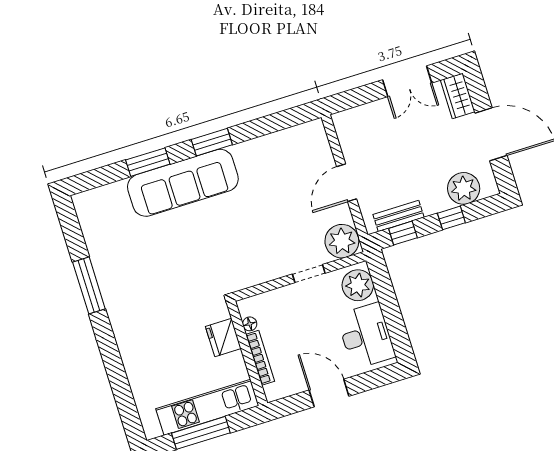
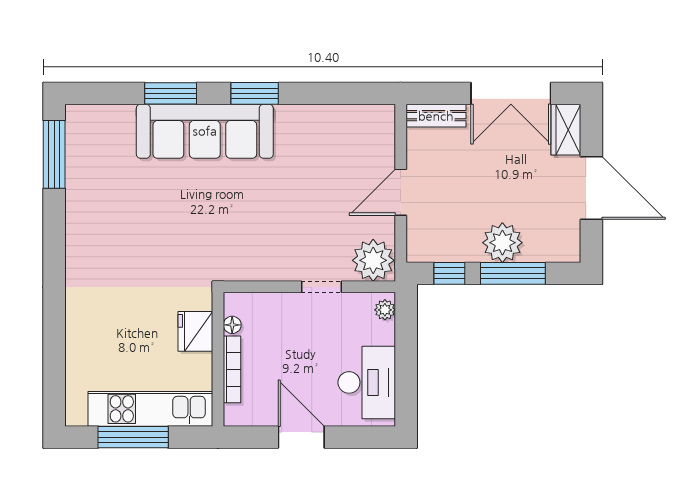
double door: (407, 81) -> (511, 93), width x1.37
plant: (464, 188) -> (502, 243), moved
bench: (398, 216) -> (436, 116), moved
window: (451, 218) -> (513, 273), width x2.17
window: (89, 285) -> (54, 154), moved
plant: (358, 285) -> (385, 310), width x0.53, depth x0.53

